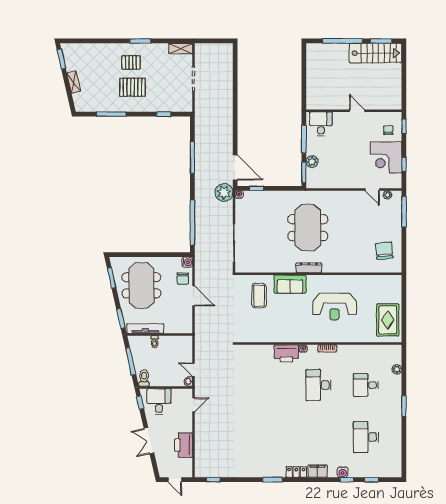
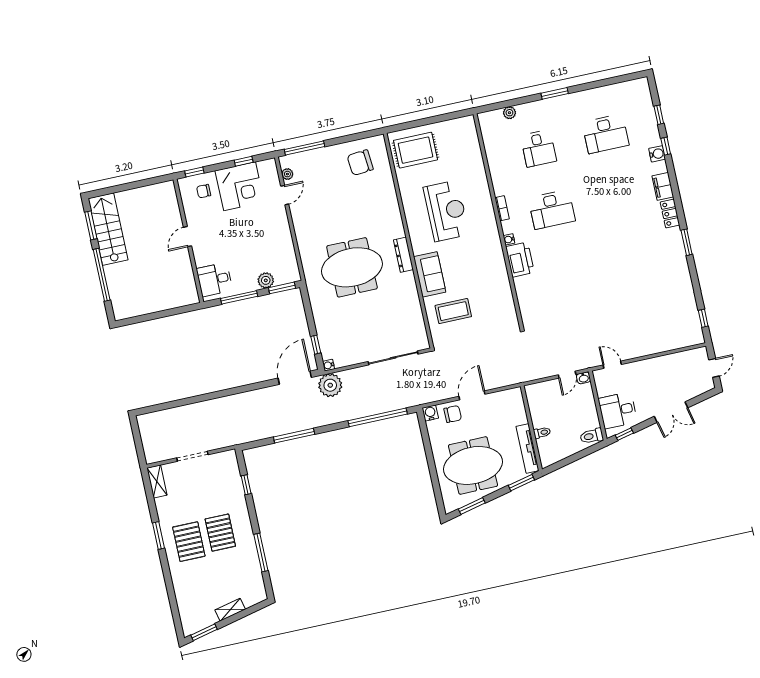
pallet: (131, 62) -> (189, 542), width x1.50, depth x1.42
rug: (388, 320) -> (415, 150), moved
window: (131, 361) -> (574, 458), removed
printer: (184, 445) -> (667, 366), removed

